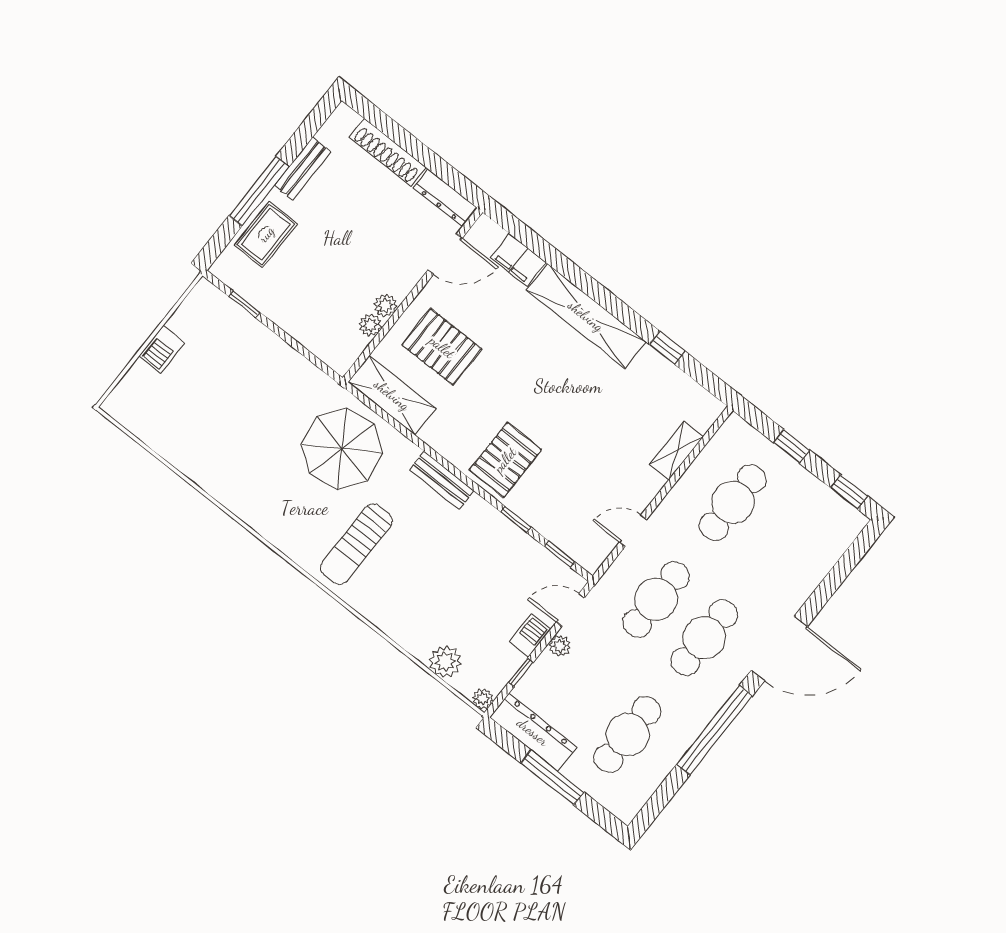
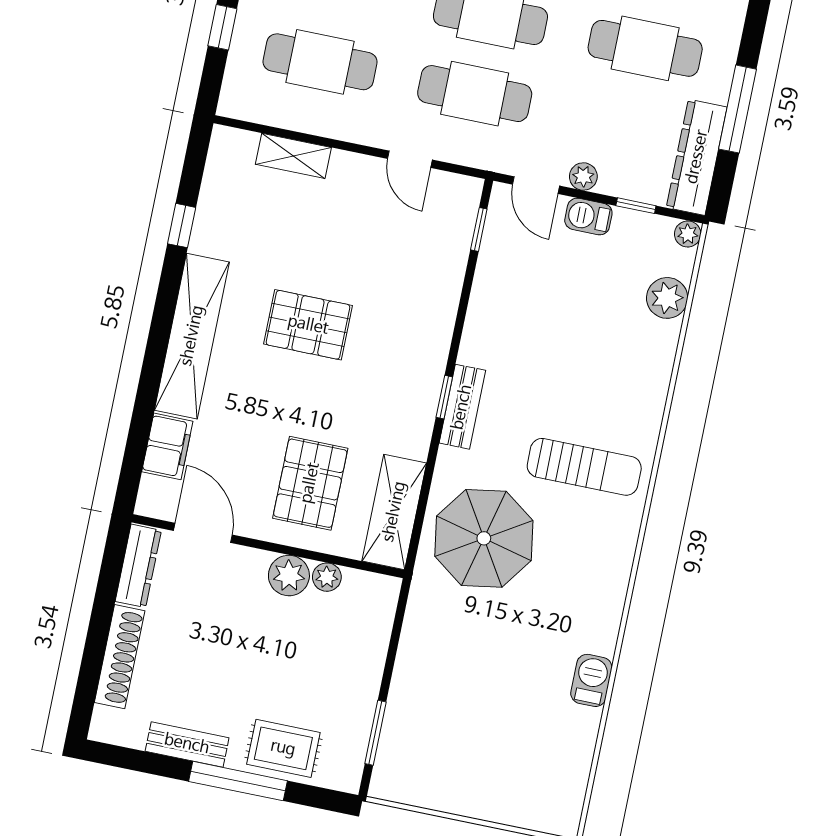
window: (244, 304) -> (375, 733), width x1.50
plant: (385, 305) -> (289, 576), width x1.38, depth x1.38
barbecue: (162, 349) -> (591, 680), moved, turned -90
pallet: (505, 460) -> (308, 325), moved
window: (516, 520) -> (444, 397), moved

